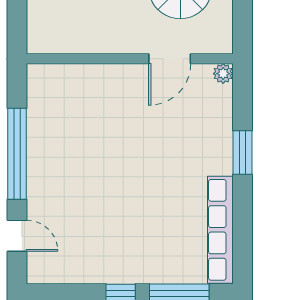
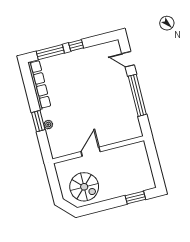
door: (170, 59) -> (91, 152), moved
plant: (223, 74) -> (48, 125), moved

